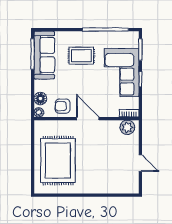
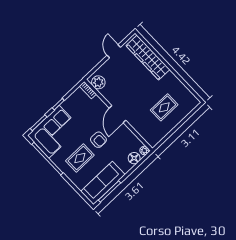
rug: (81, 56) -> (80, 158), turned 90
corner sofa: (122, 73) -> (54, 132), moved
armchair: (63, 106) -> (98, 140), moved
rug: (58, 161) -> (164, 107), width x0.54, depth x0.49
wardrobe: (110, 185) -> (148, 58), added

